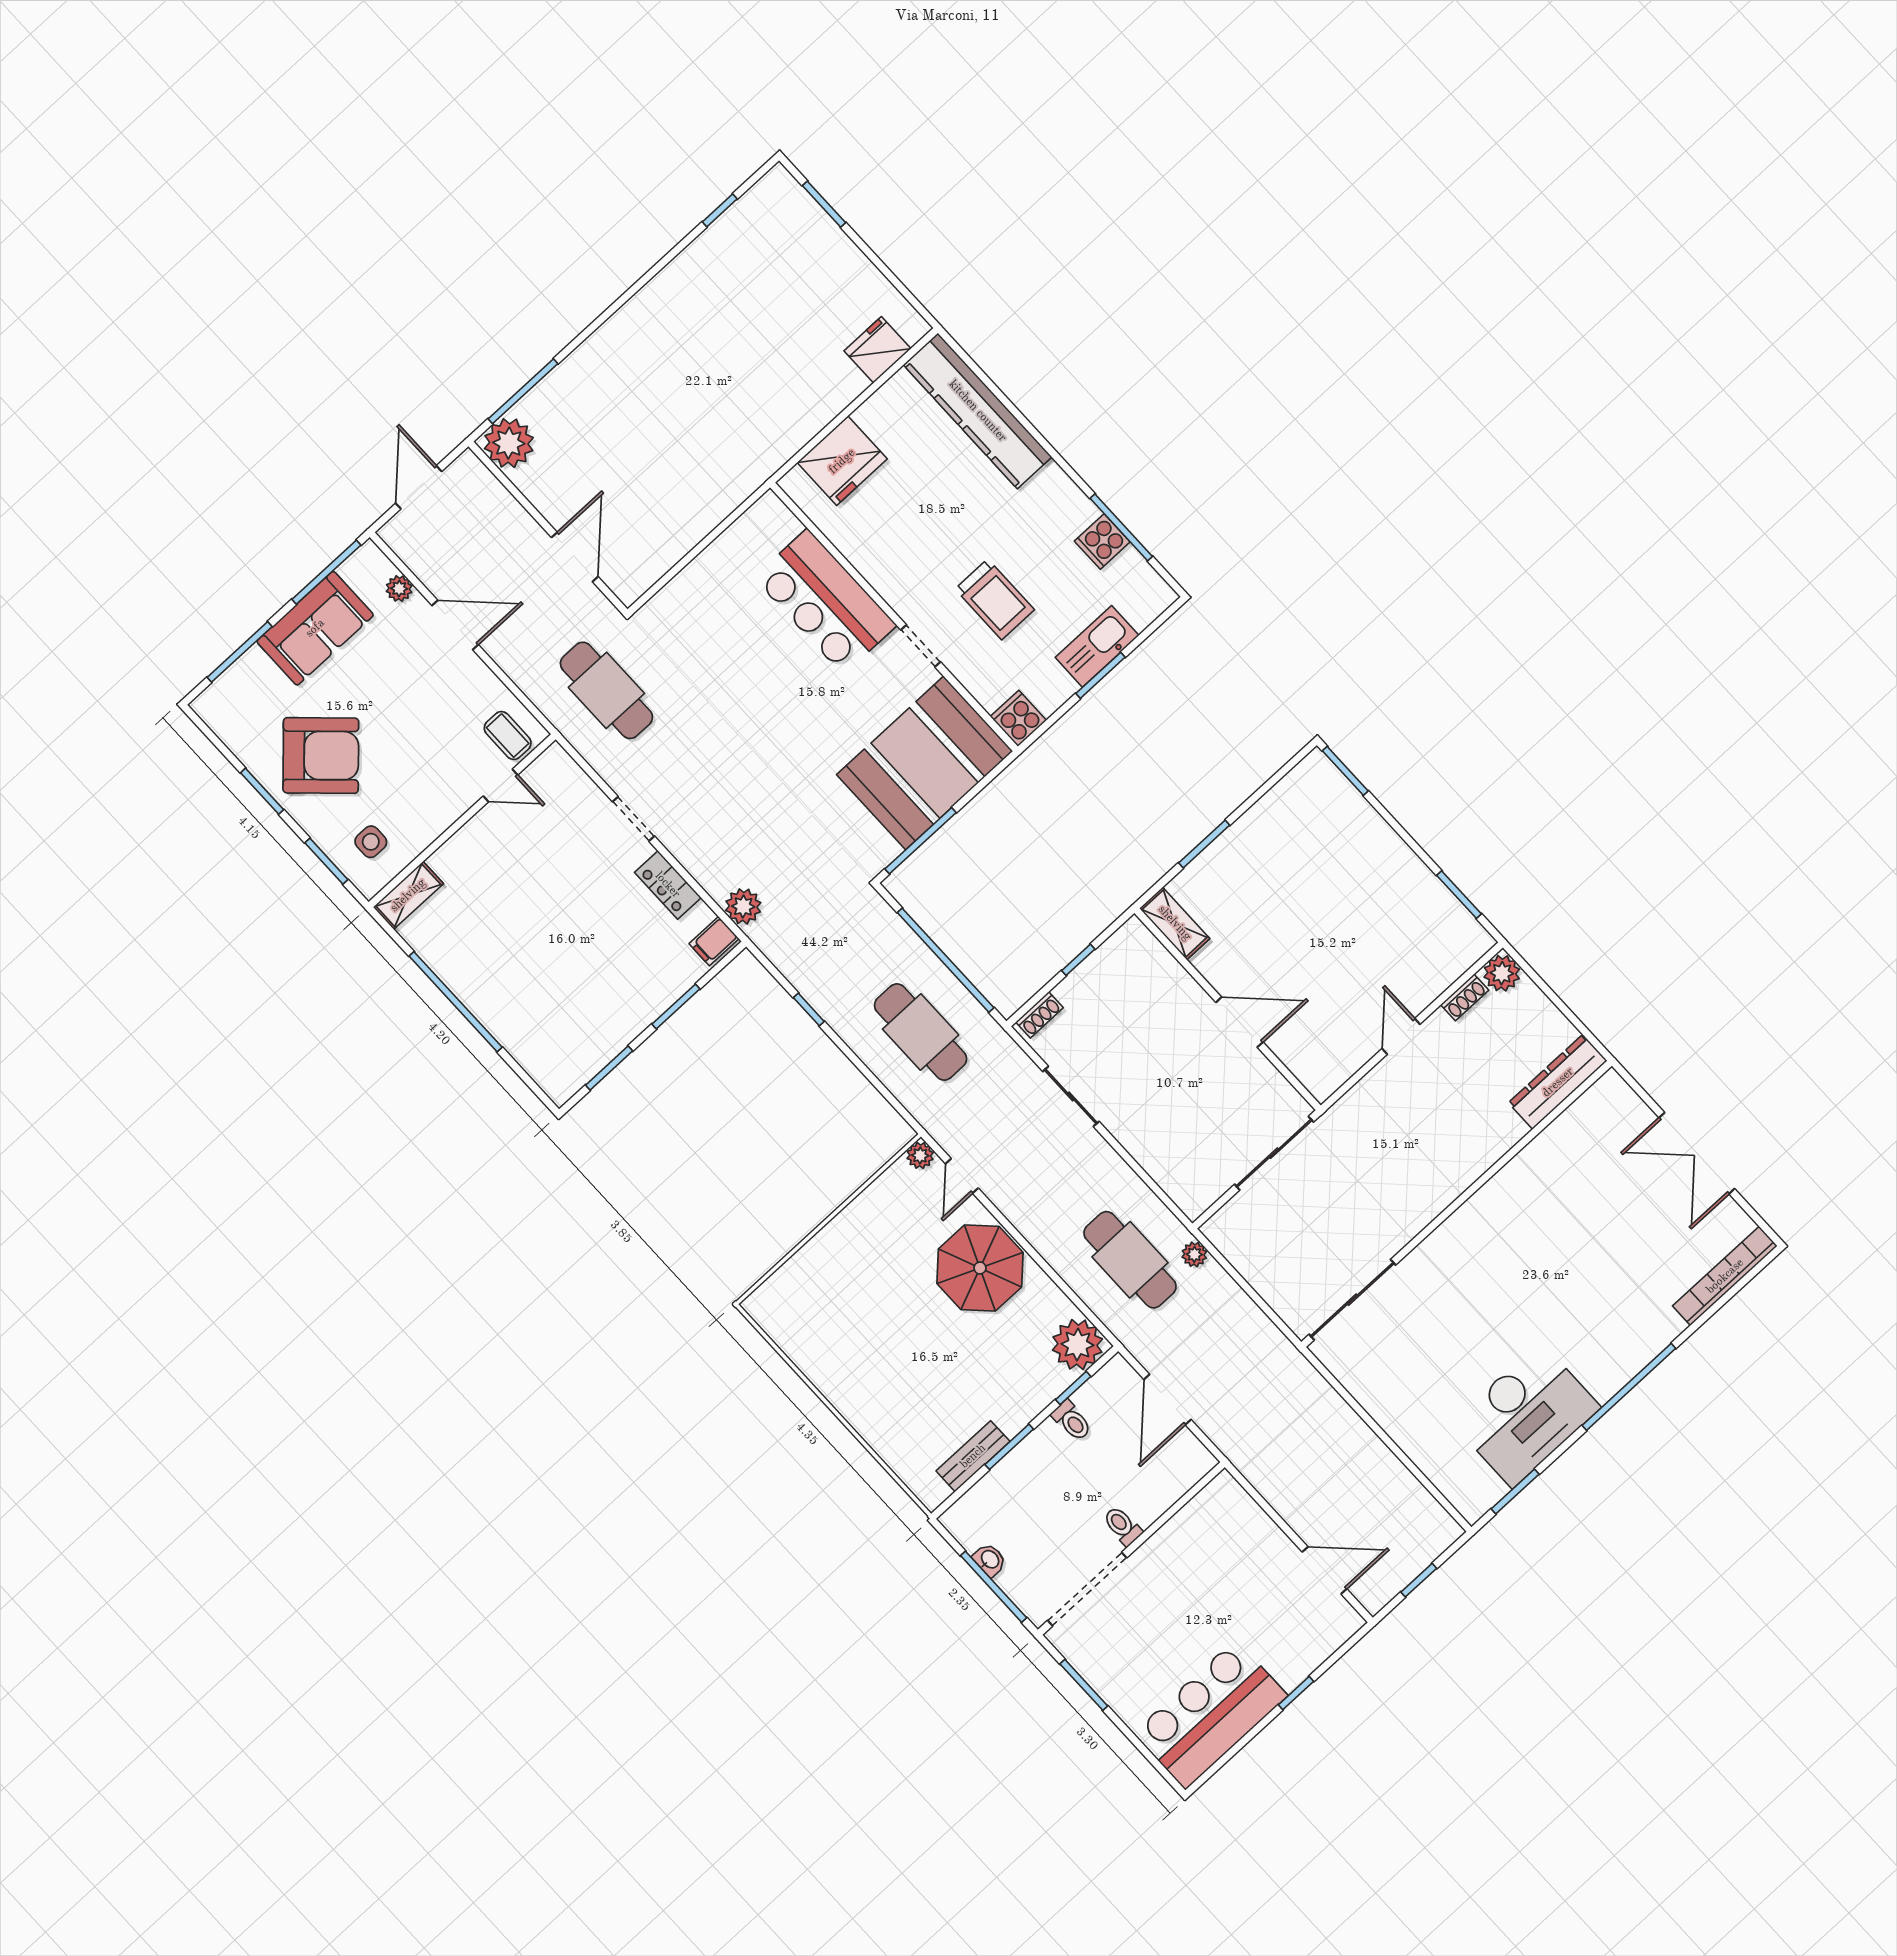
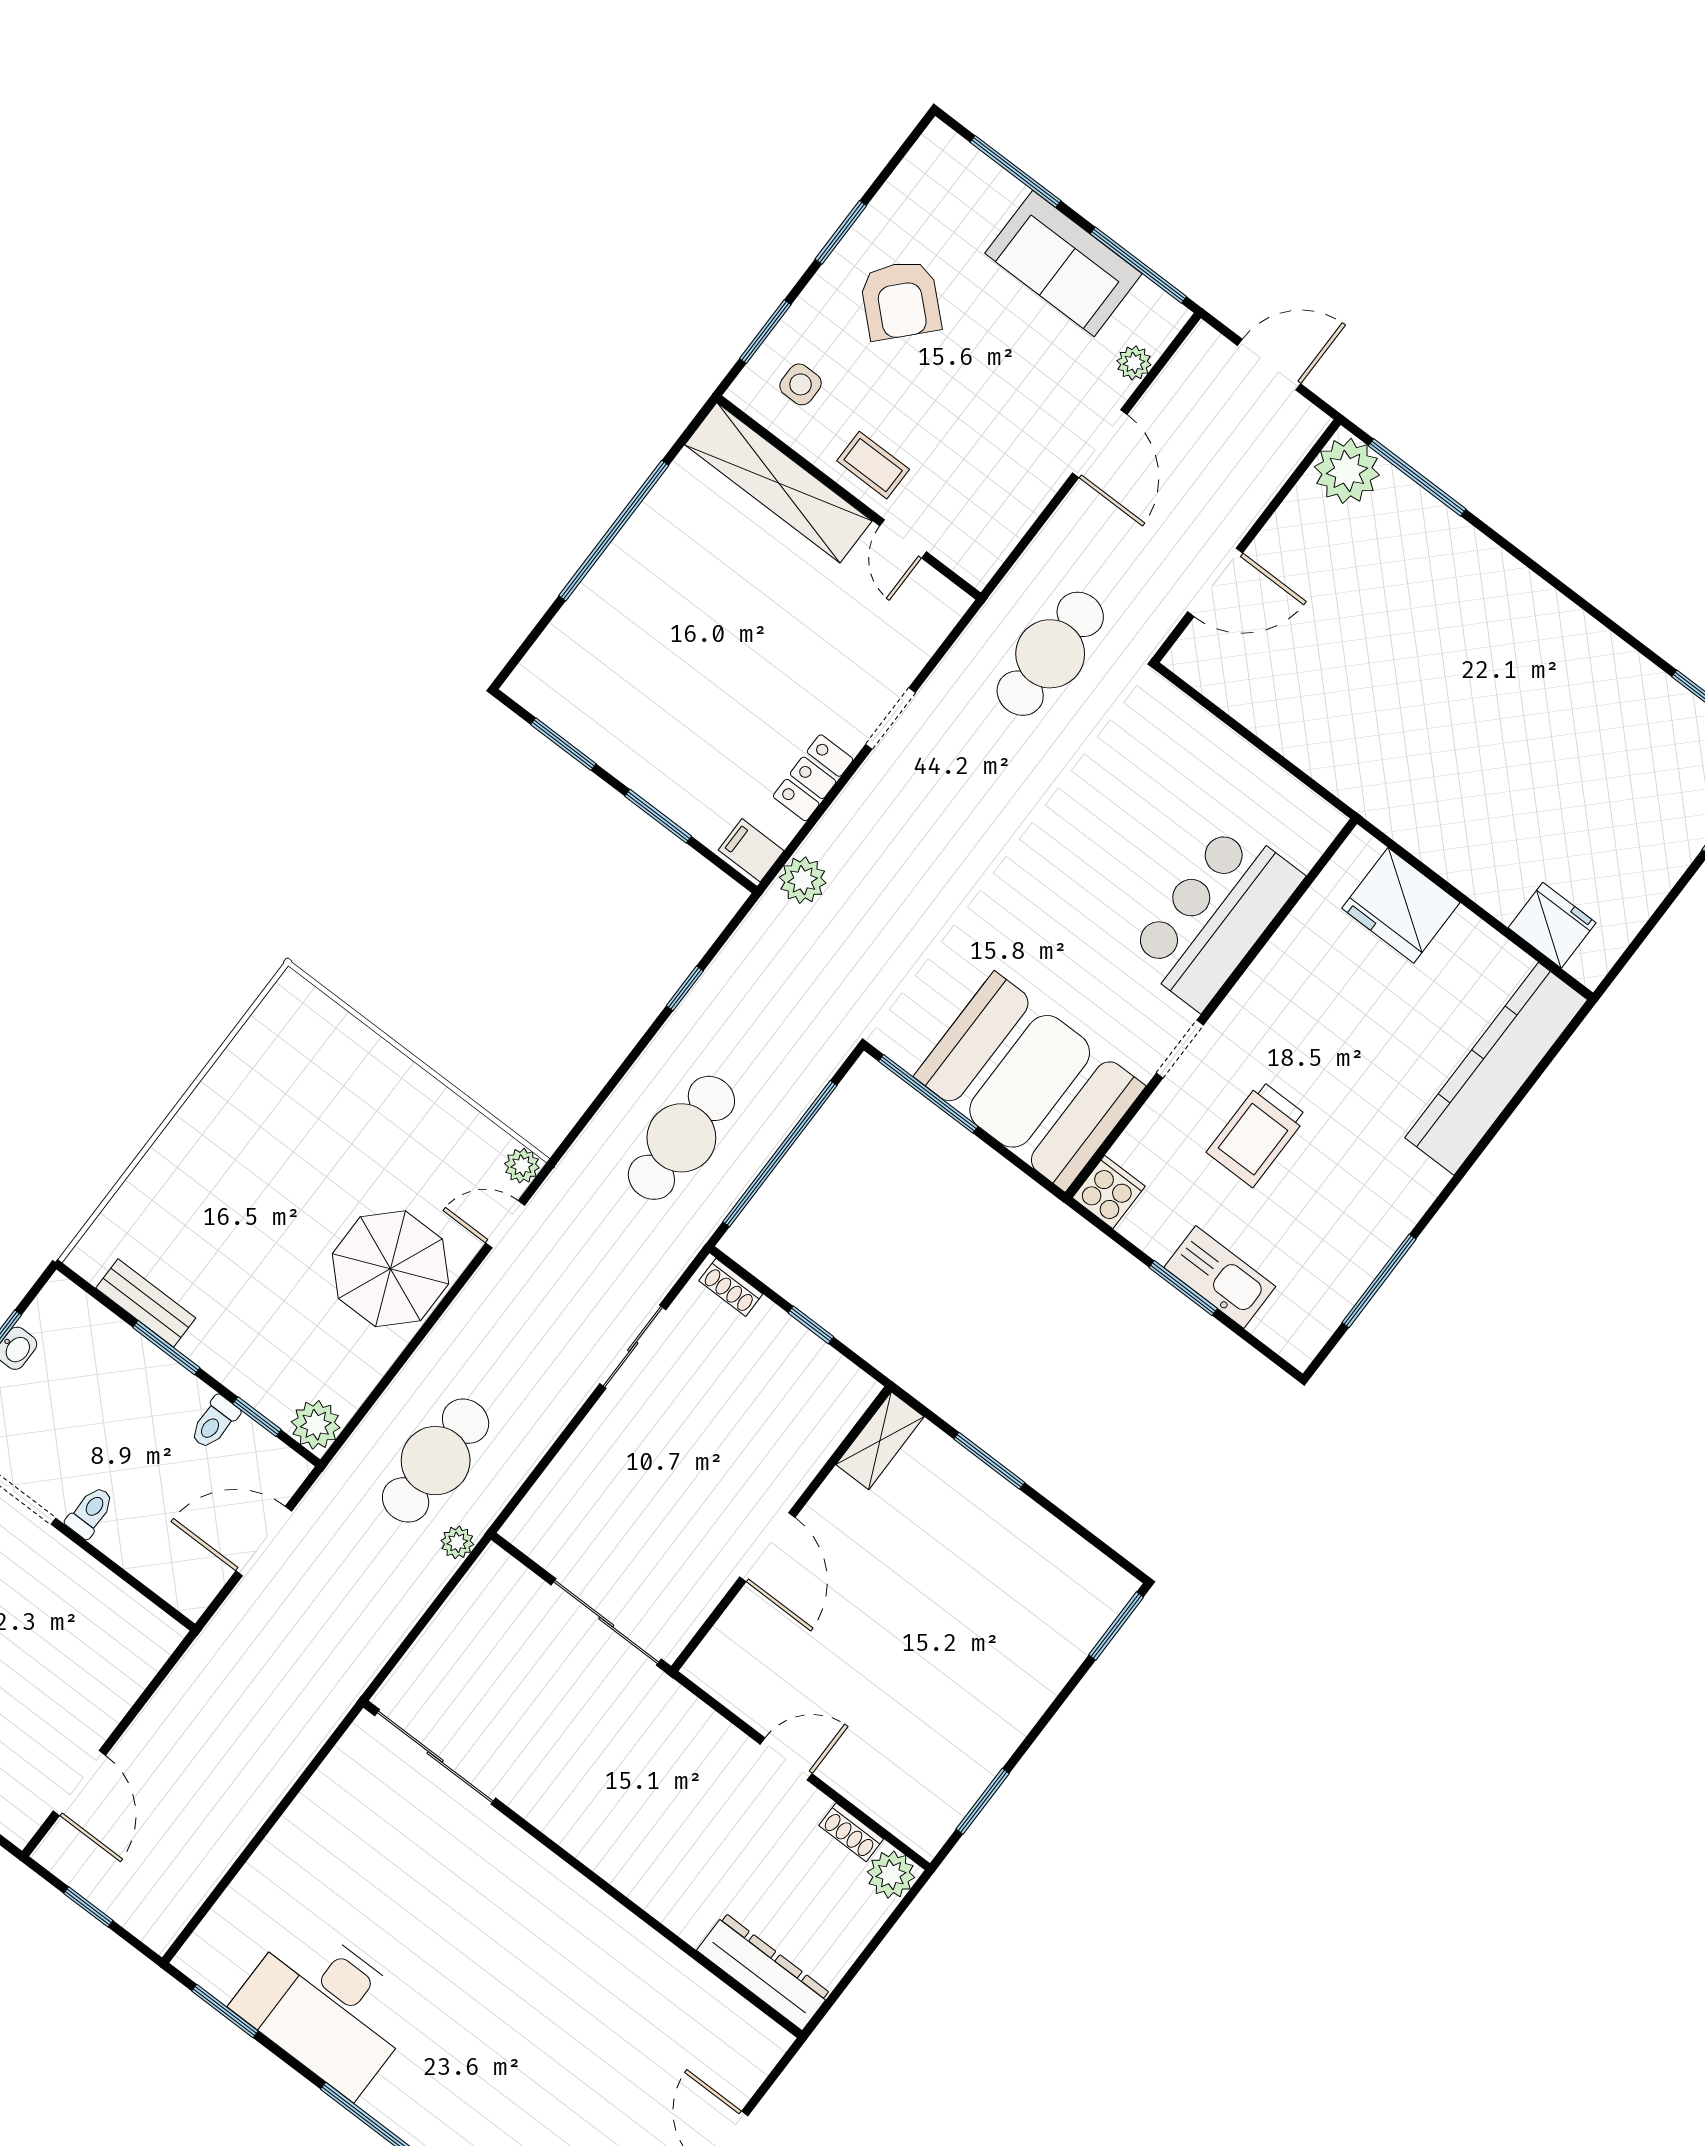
cooker: (1102, 542) -> (1356, 1260), removed
coffee table: (508, 736) -> (873, 465), moved, turned 90
armchair: (321, 755) -> (900, 300), width x0.73, depth x0.73
shelving: (408, 895) -> (778, 483), width x2.20, depth x1.33
plant: (1077, 1345) -> (316, 1425), width x0.73, depth x0.73

